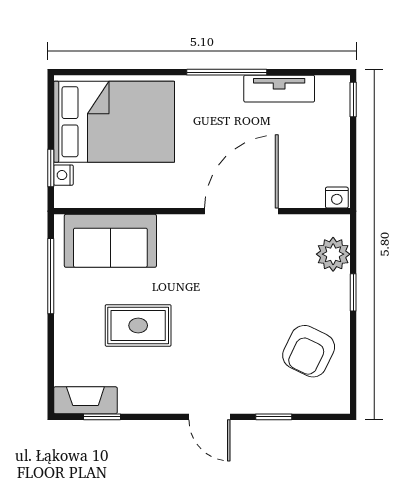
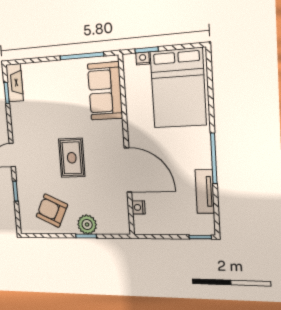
nightstand: (337, 198) -> (138, 207), moved
plant: (333, 254) -> (87, 225), moved
rug: (138, 325) -> (72, 158), moved

